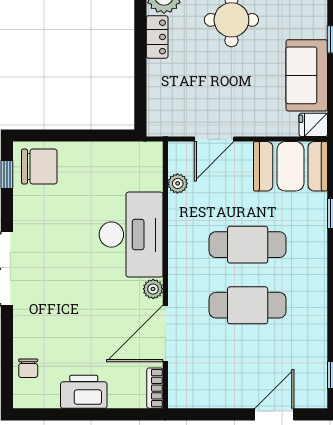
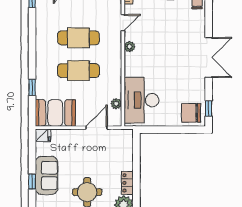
sofa: (307, 75) -> (46, 175), moved
desk: (131, 235) -> (141, 100), moved
door: (165, 333) -> (123, 23), width x0.53

